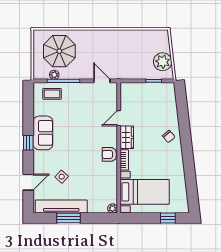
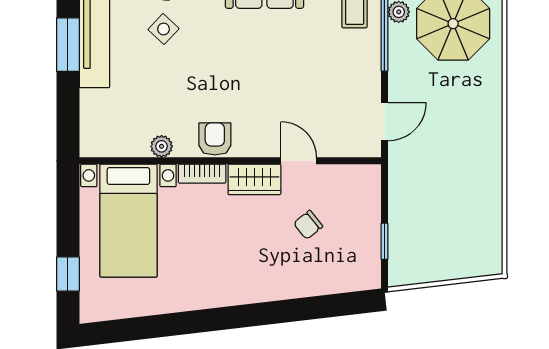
plant: (163, 62) -> (429, 262), removed
chair: (169, 136) -> (308, 225), moved
plant: (113, 208) -> (162, 146), moved

